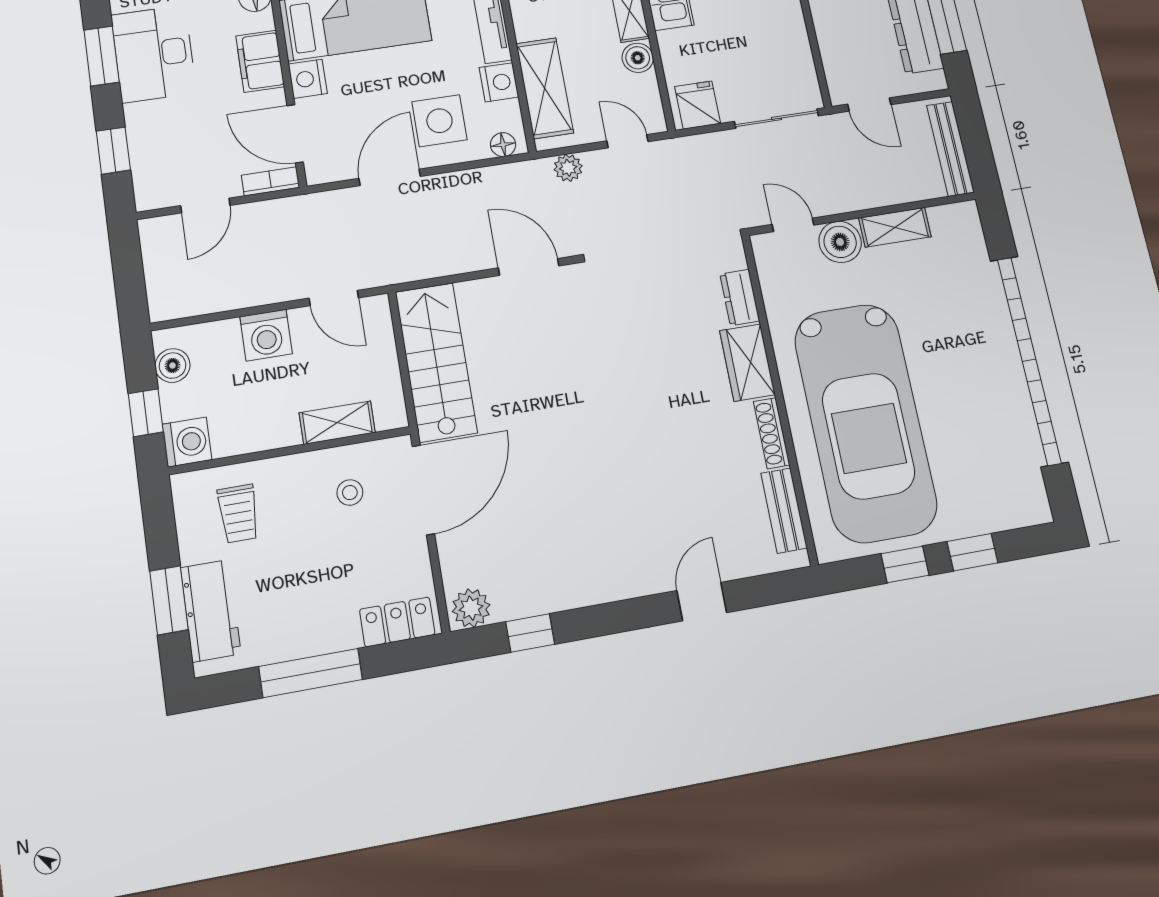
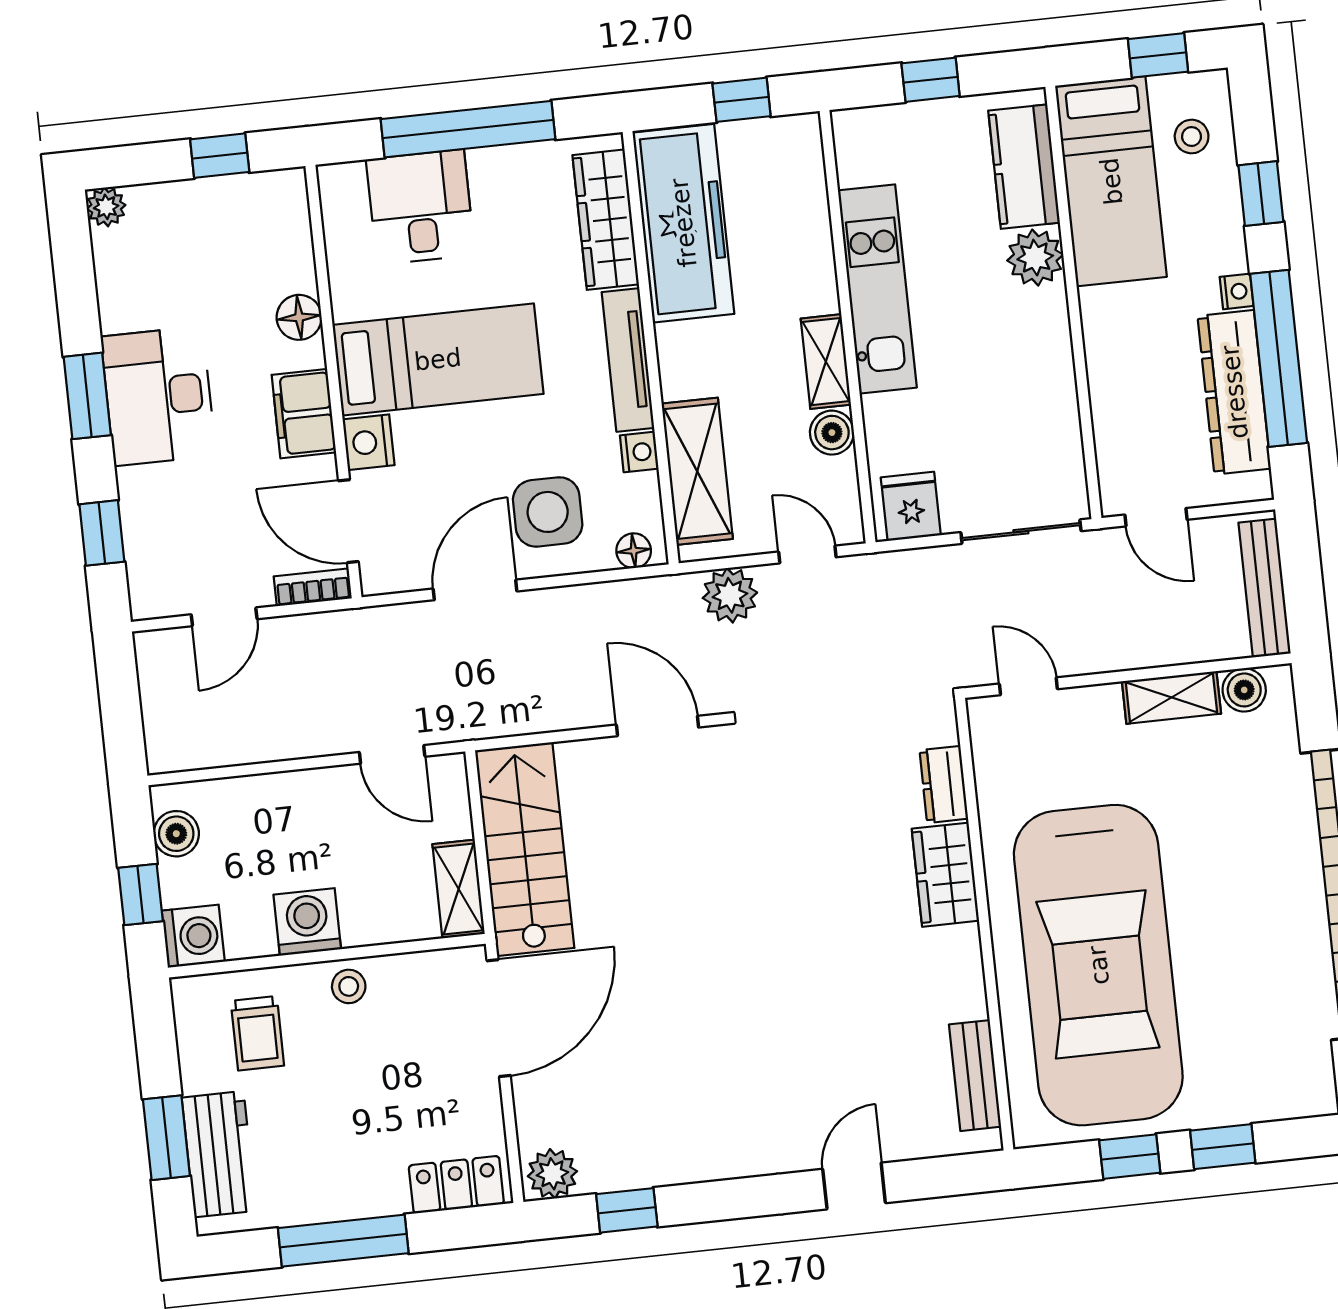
nightstand: (499, 82) -> (639, 452), width x0.72, depth x0.74
plant: (568, 168) -> (730, 595), width x1.38, depth x1.38
boiler: (840, 242) -> (1244, 690), moved, width x0.73, depth x0.73
washing machine: (266, 335) -> (307, 922), moved, turned 180
shelving: (337, 423) -> (459, 889), moved, turned 90
shoe rack: (772, 433) -> (969, 972), removed
stool: (350, 493) -> (349, 986), moved

